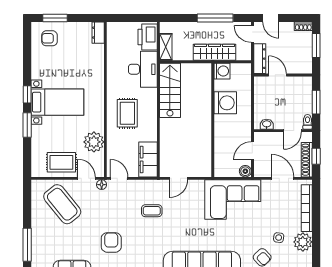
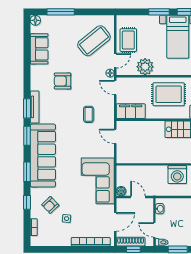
rug: (127, 113) -> (169, 94), width x1.36, depth x1.43
door: (119, 178) -> (115, 88), swing flipped
armchair: (111, 242) -> (63, 81), turned 180
plant: (303, 242) -> (63, 238), removed

